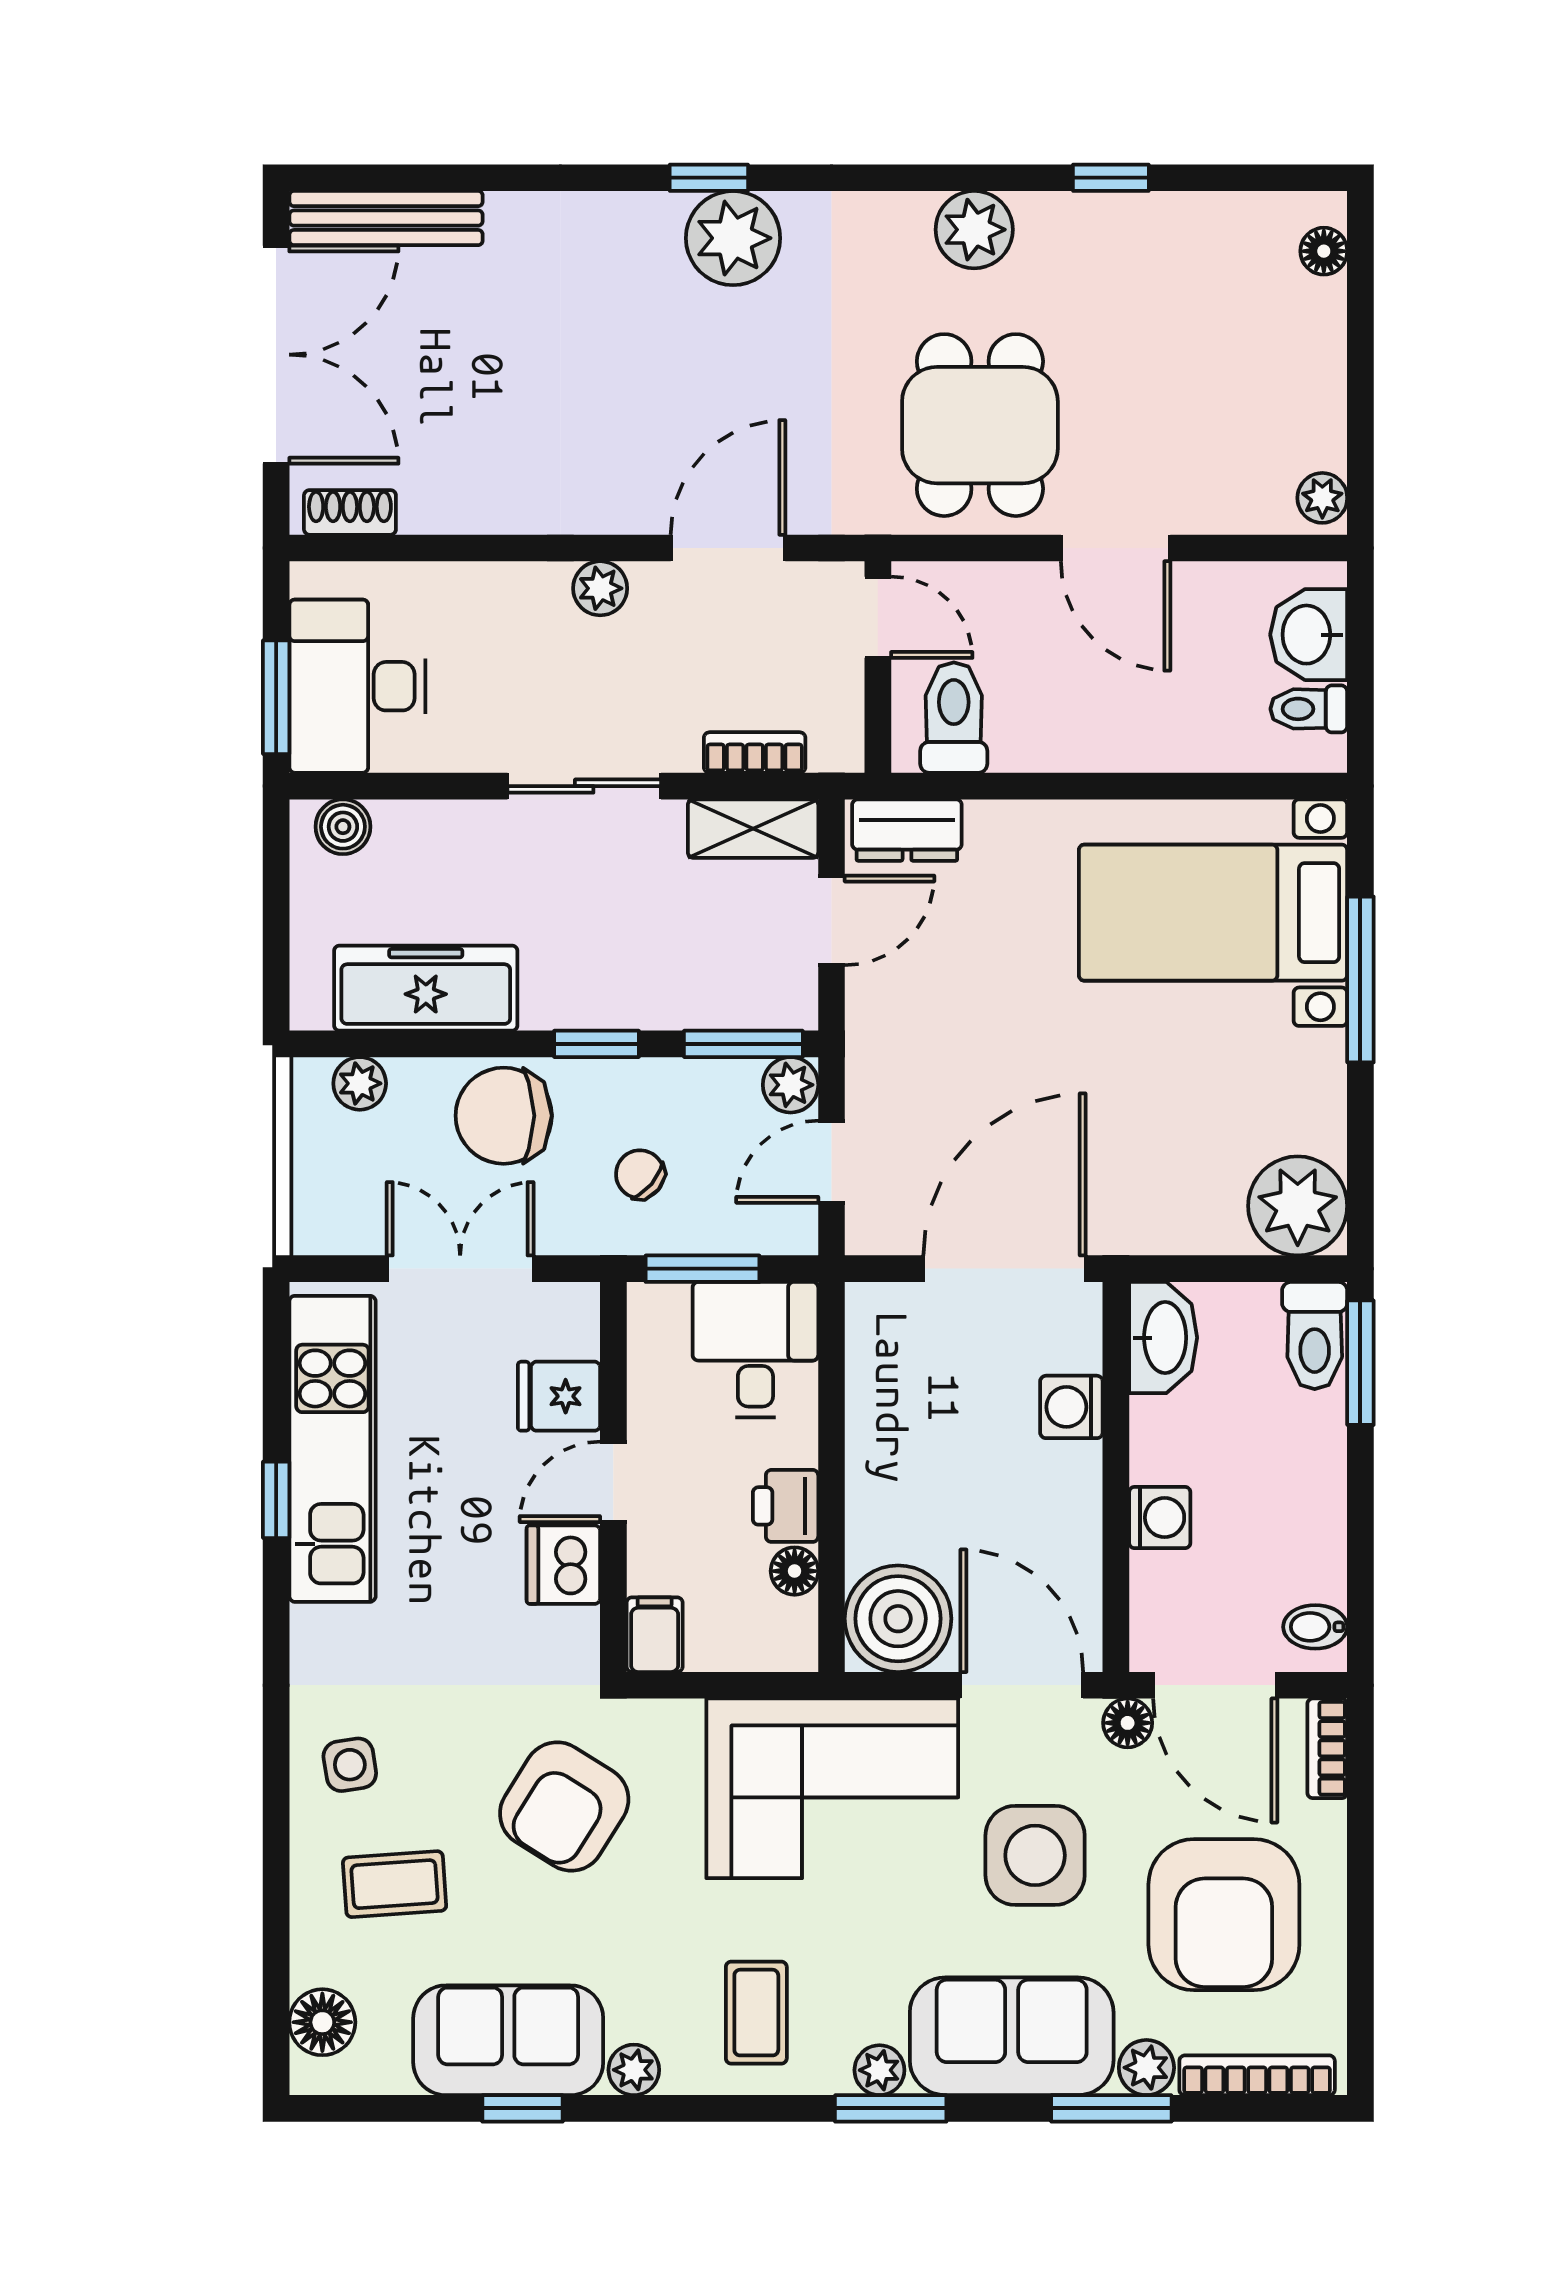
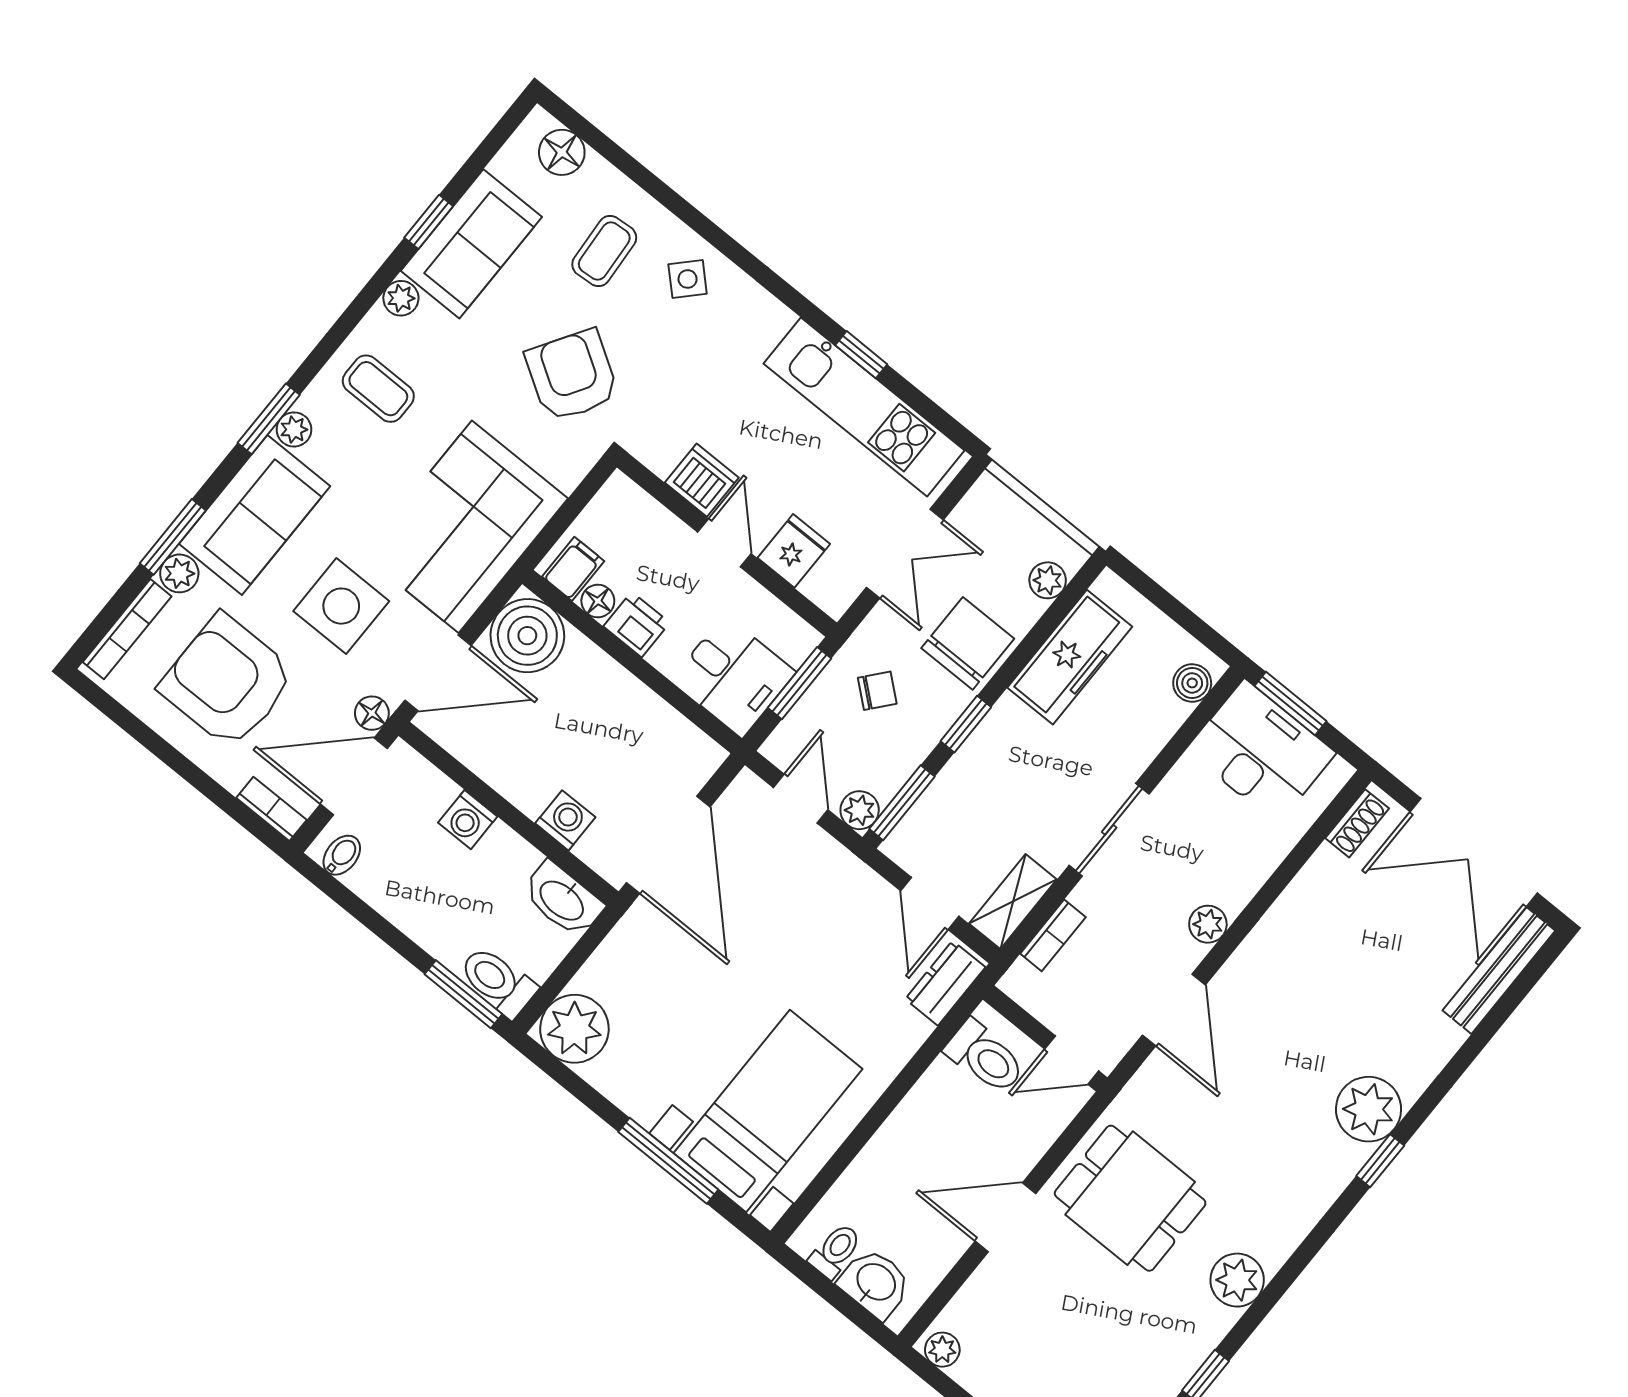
plant: (733, 238) -> (1369, 1109), moved
filing cabinet: (655, 1635) -> (573, 569), moved, turned -90
side table: (350, 1765) -> (688, 279), turned -37

